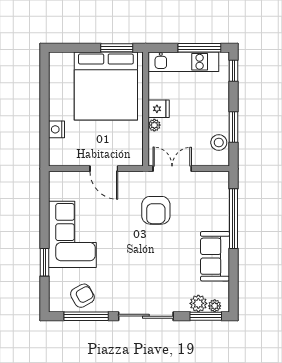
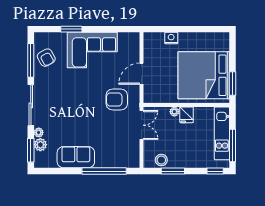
armchair: (156, 210) -> (117, 100), moved
plant: (215, 306) -> (39, 132), moved

